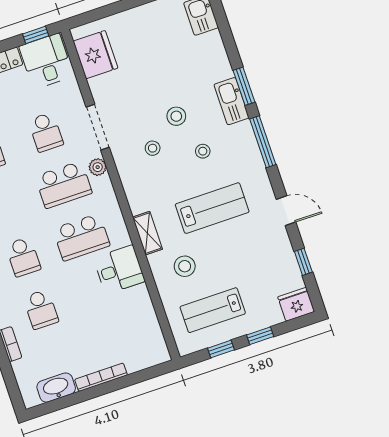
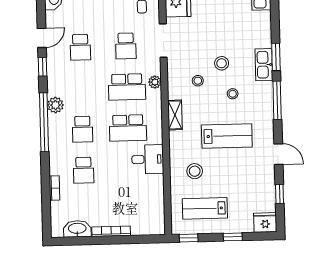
doorway: (98, 127) -> (163, 40), moved
shelving: (147, 233) -> (175, 115), moved
window: (221, 349) -> (189, 238), moved

